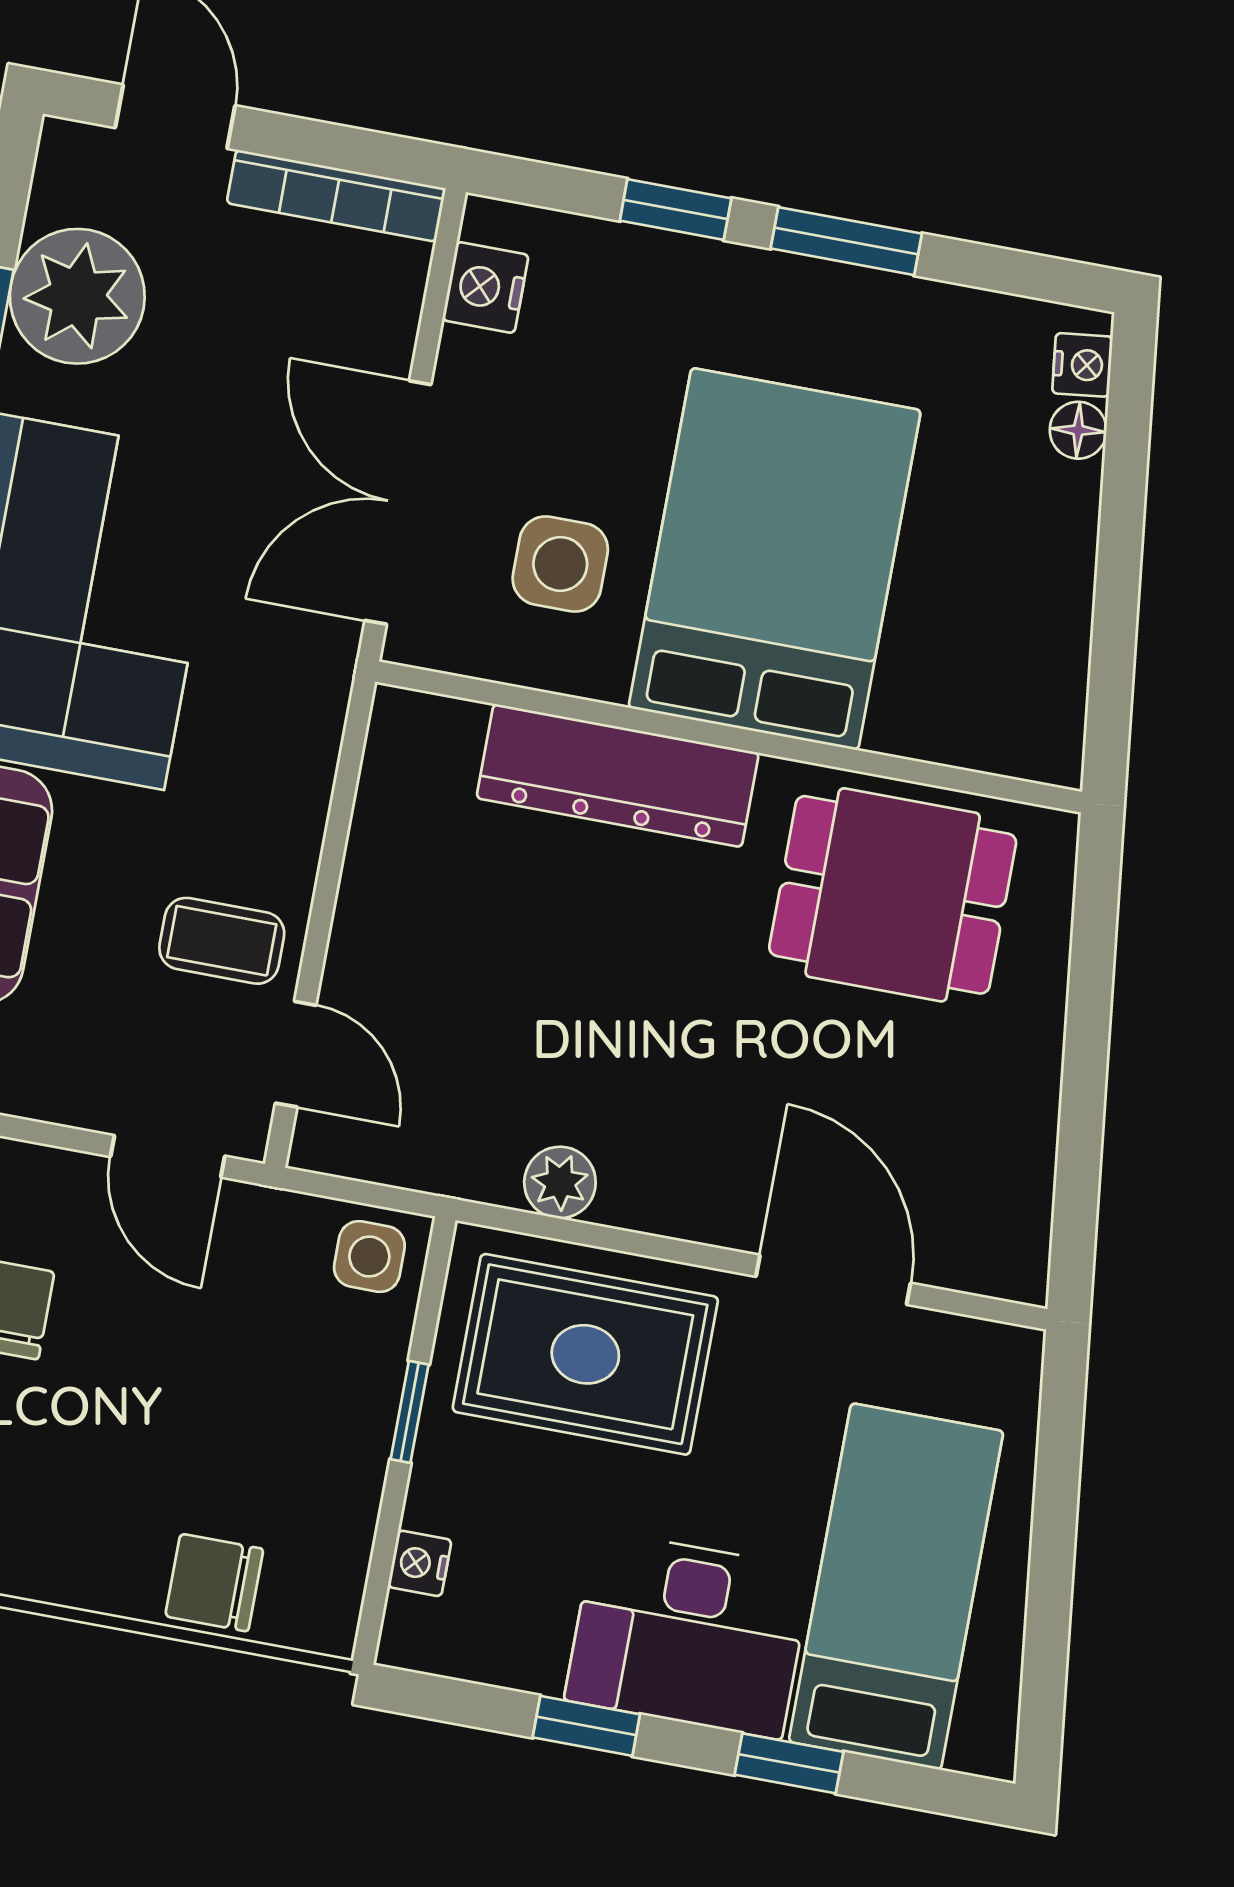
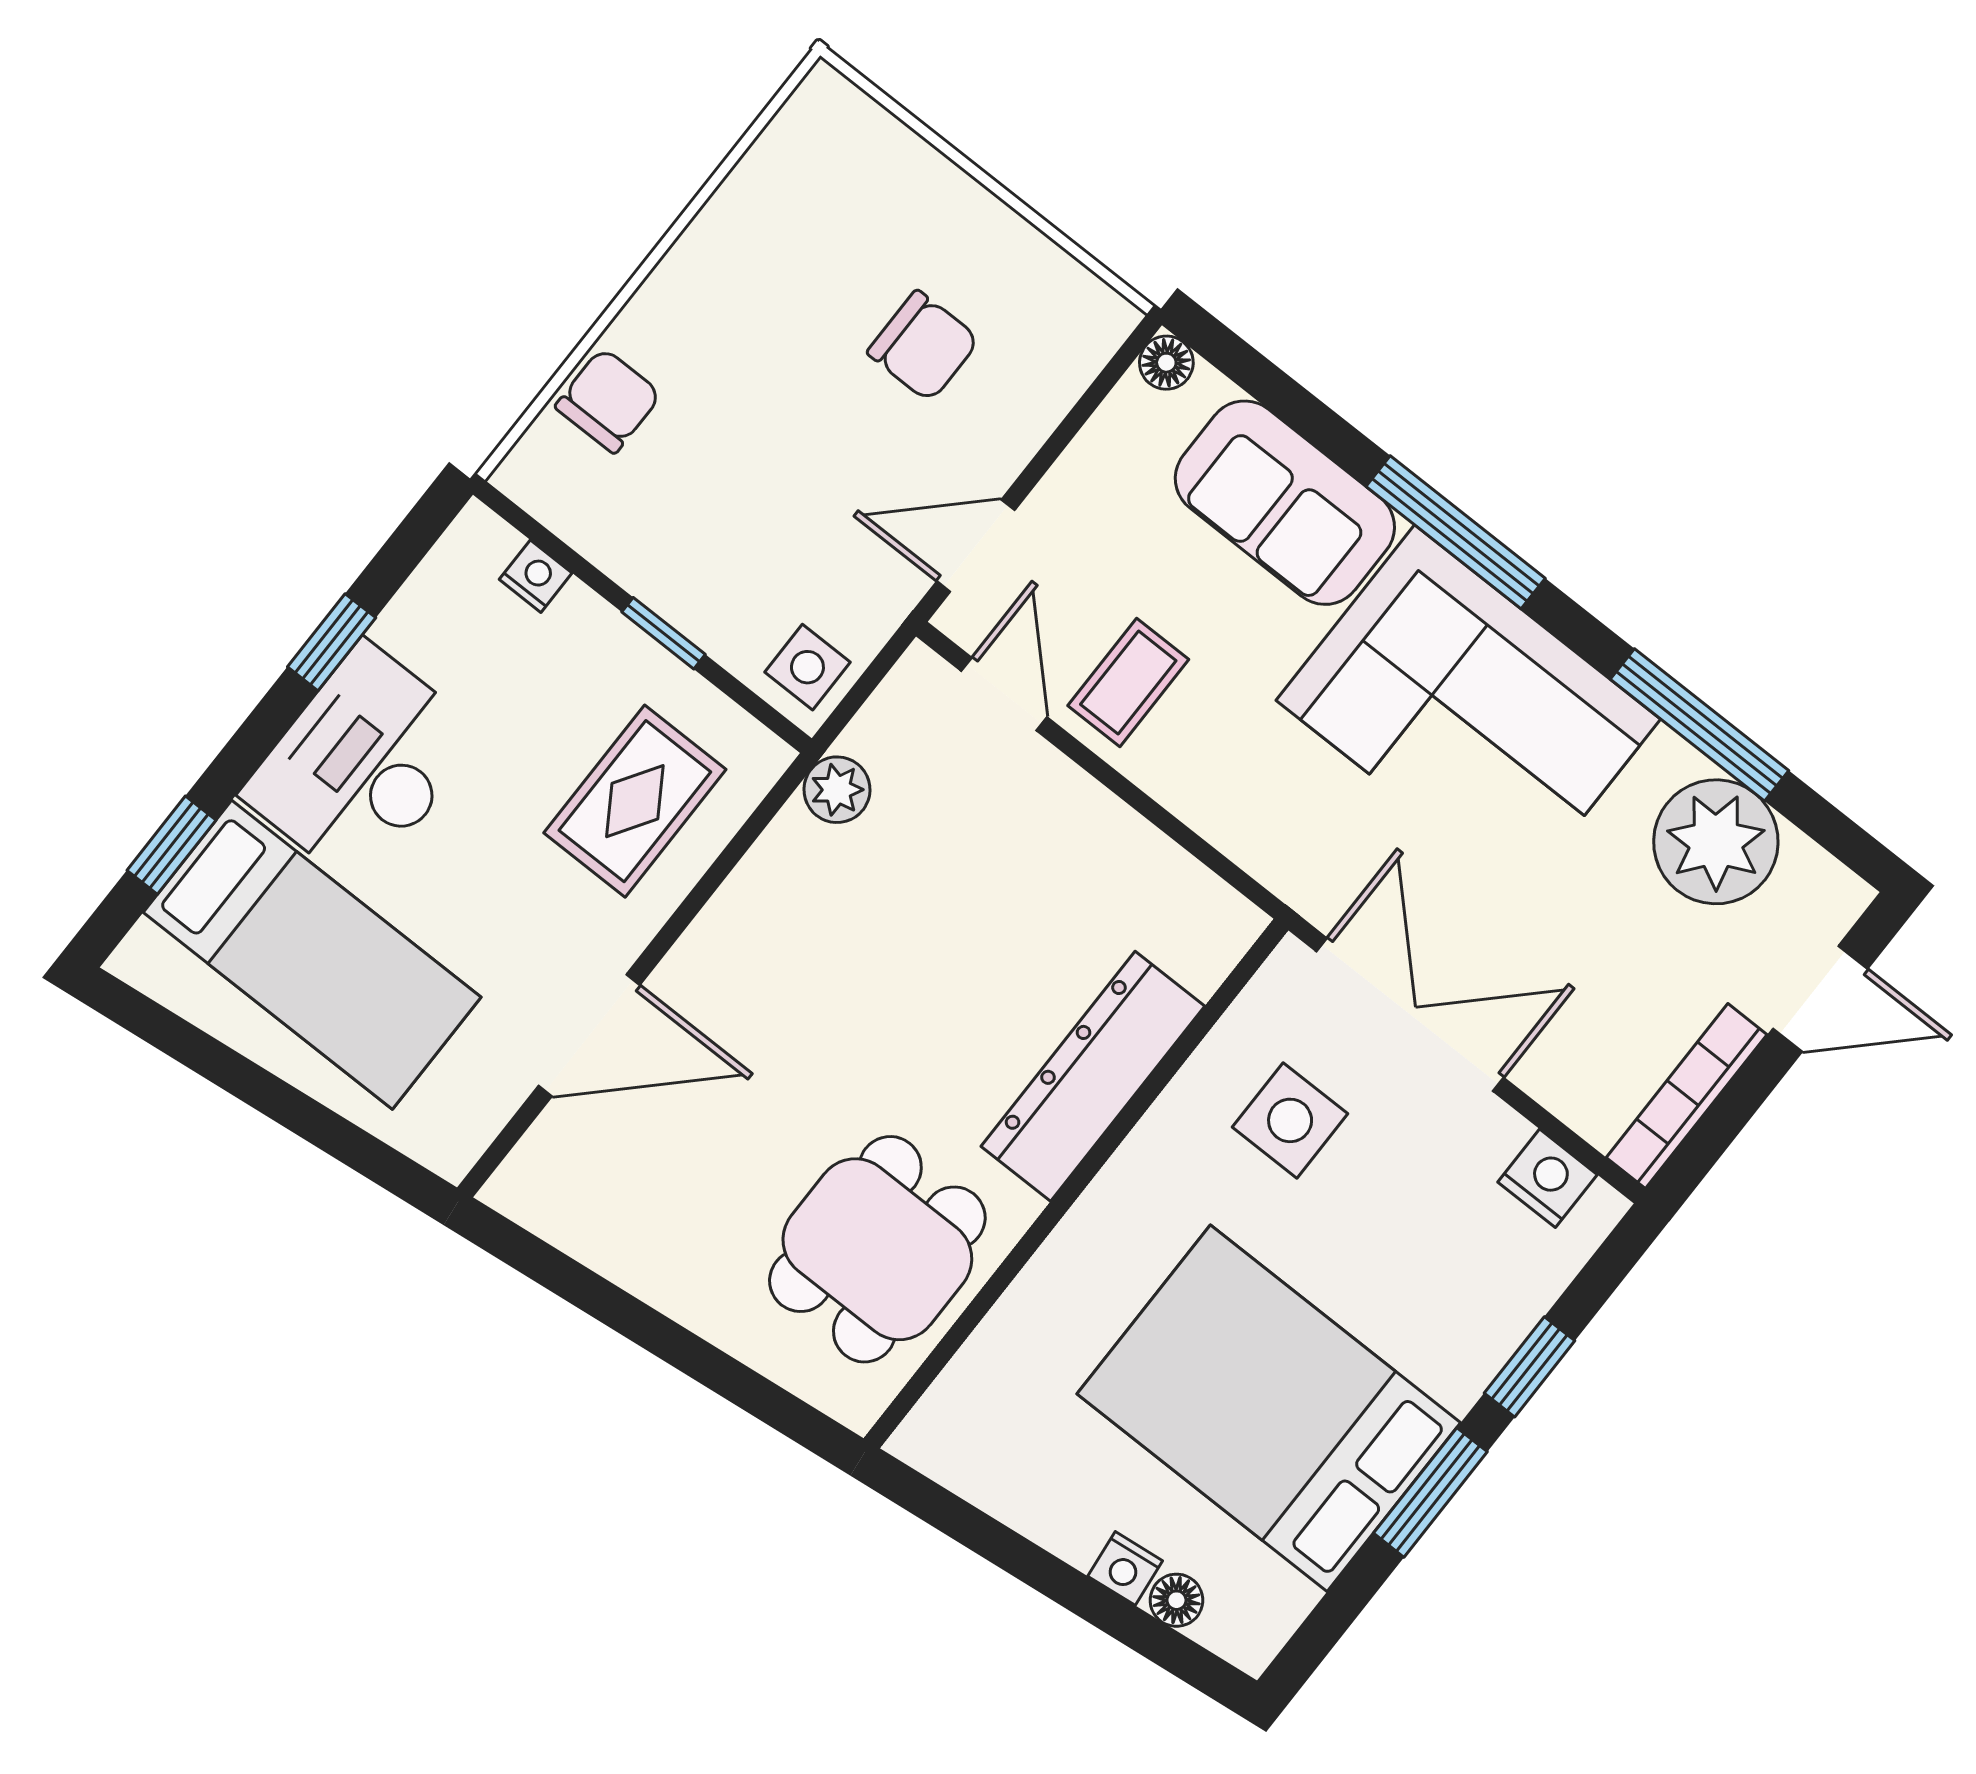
nightstand: (1082, 365) -> (1125, 1568), moved
bed: (775, 559) -> (1269, 1408), moved, turned 180
door: (296, 1054) -> (1004, 694), swing flipped
plant: (560, 1182) -> (837, 790), moved
rug: (585, 1354) -> (635, 801), width x0.73, depth x0.70
window: (789, 1763) -> (171, 845), moved

